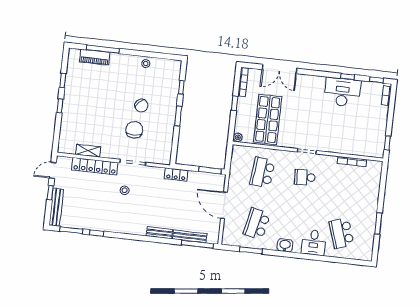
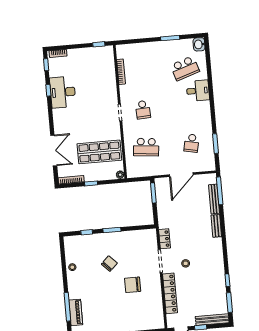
chair: (134, 130) -> (133, 285), moved
shelving: (88, 151) -> (158, 302), removed
locker: (176, 175) -> (164, 239), moved
school desk: (257, 224) -> (192, 143), width x0.54
washbasin: (285, 245) -> (199, 44), moved

